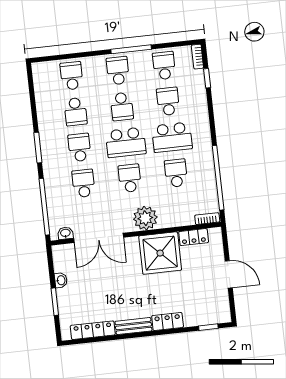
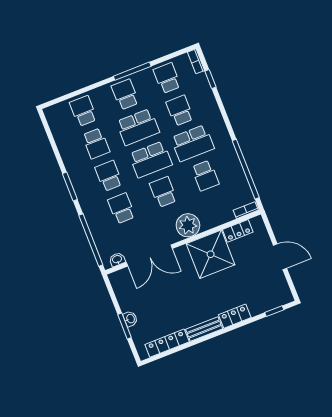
school desk: (122, 107) -> (138, 127), width x1.85
school desk: (176, 173) -> (205, 176), turned 180
washbasin: (61, 280) -> (130, 319), moved

